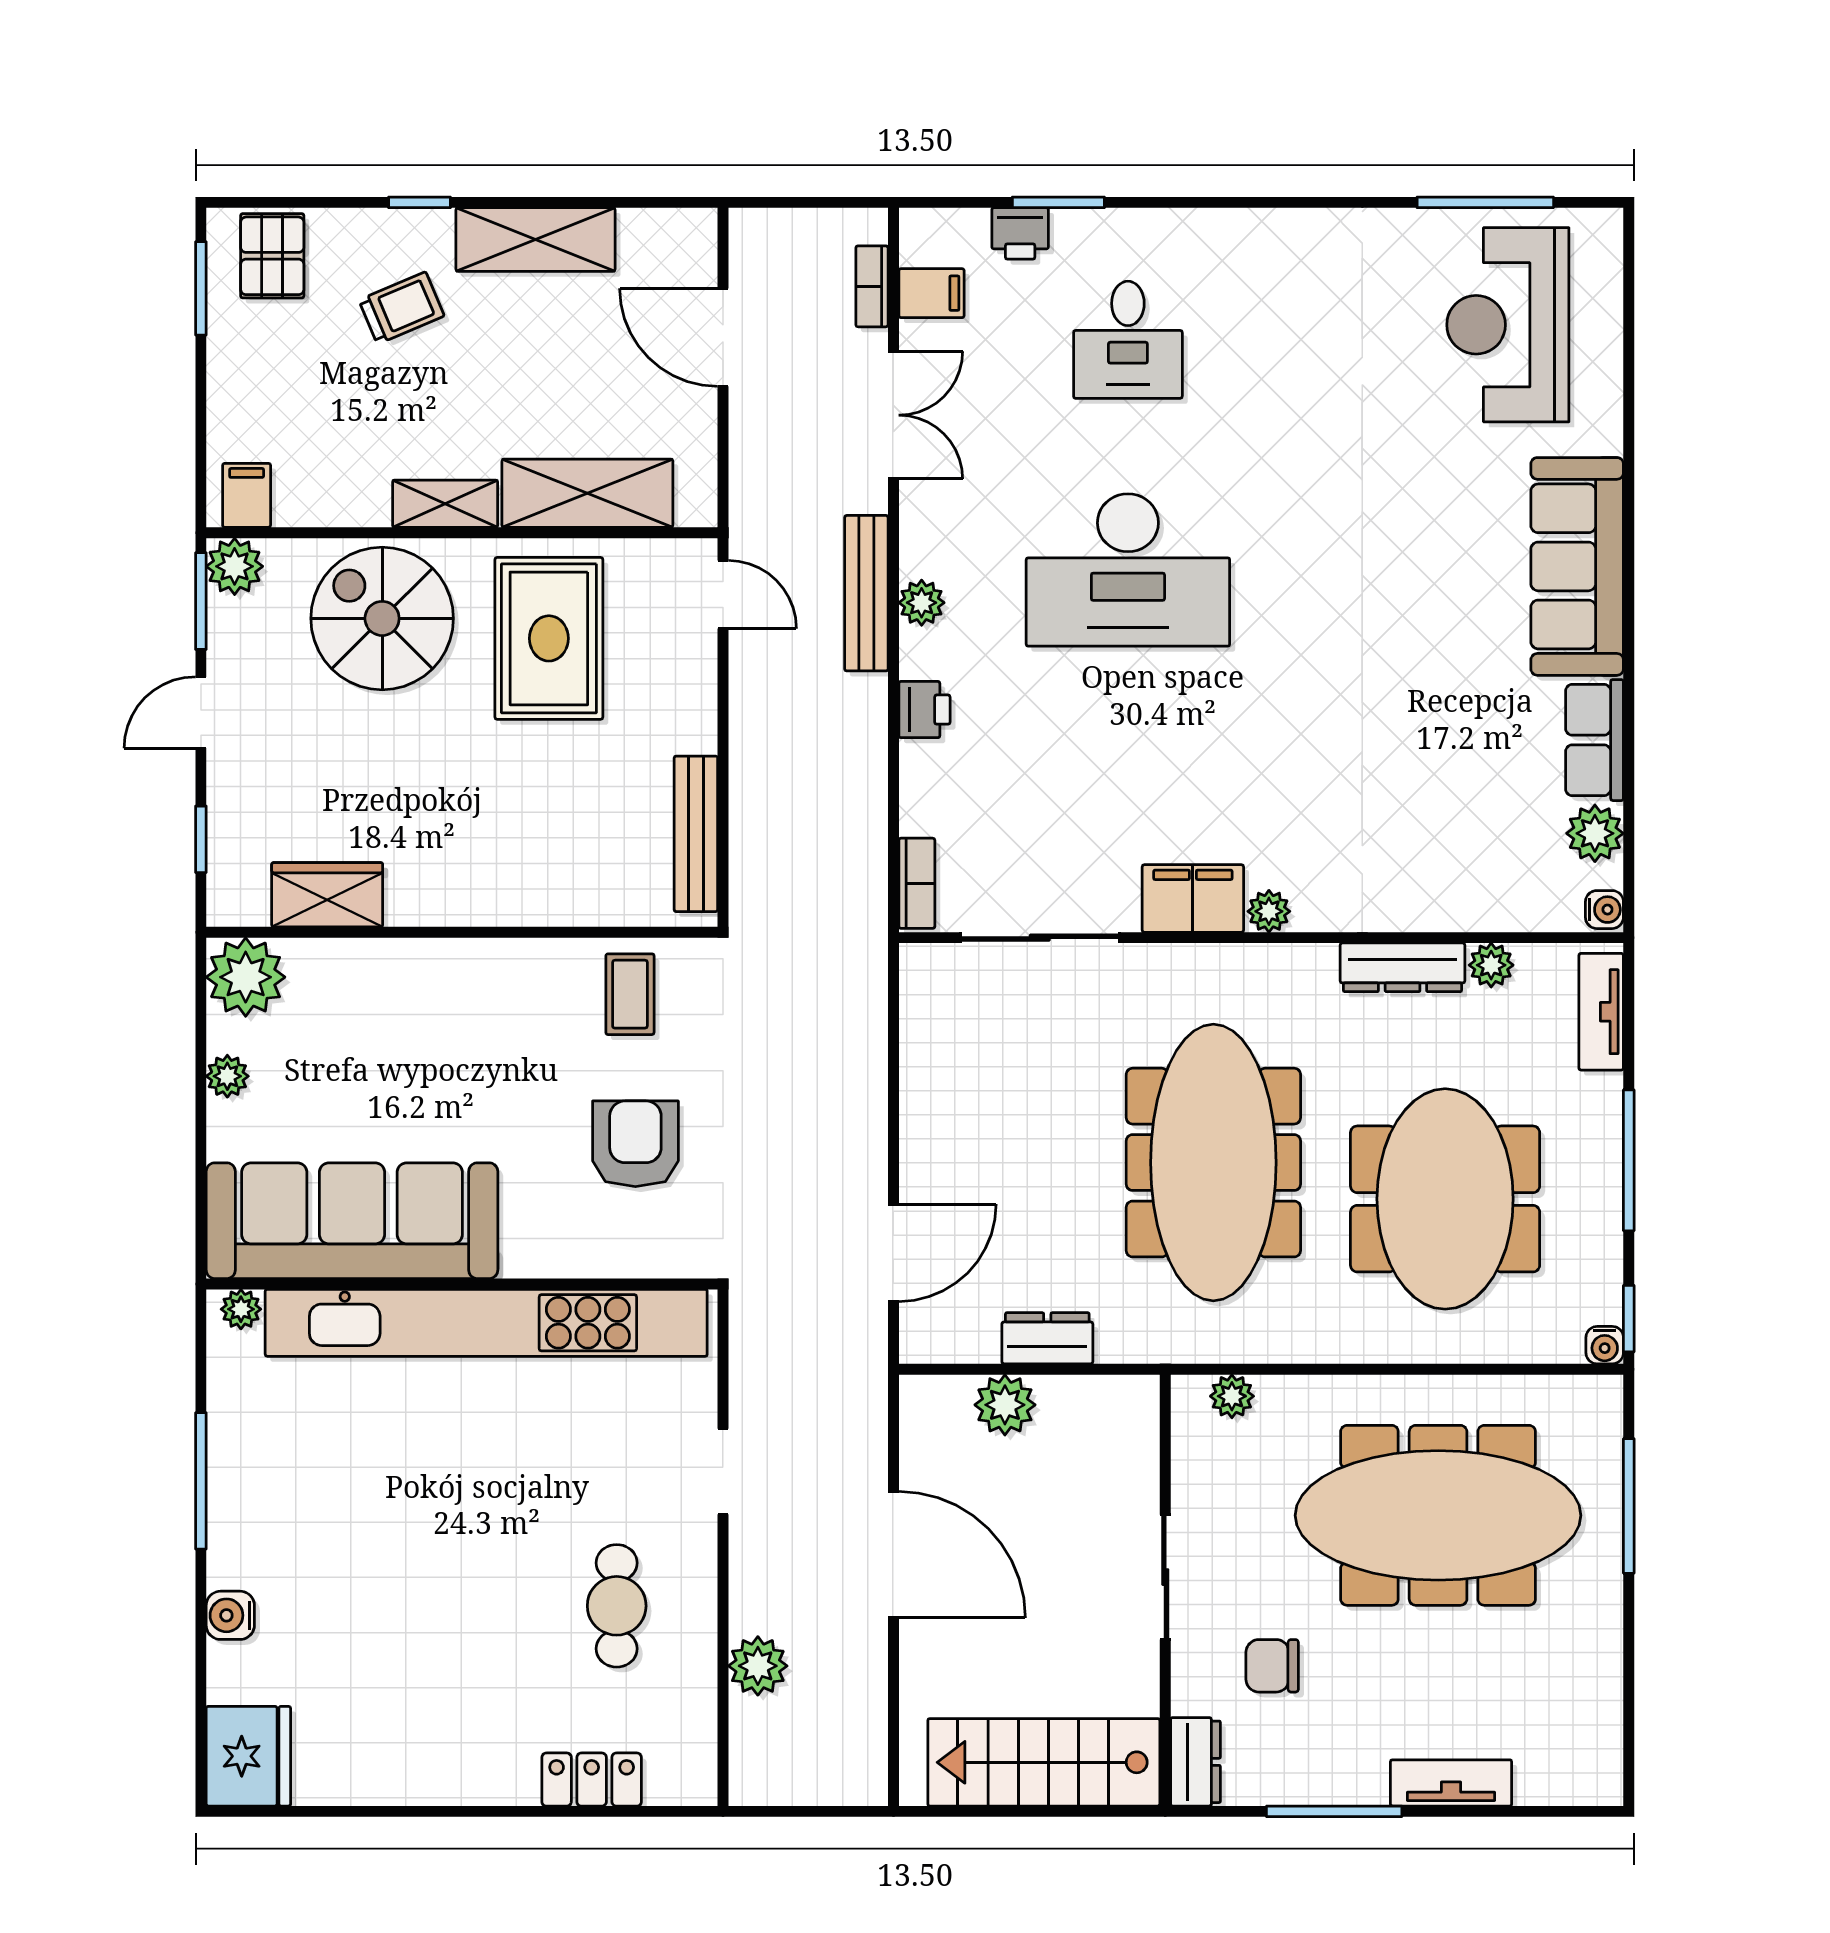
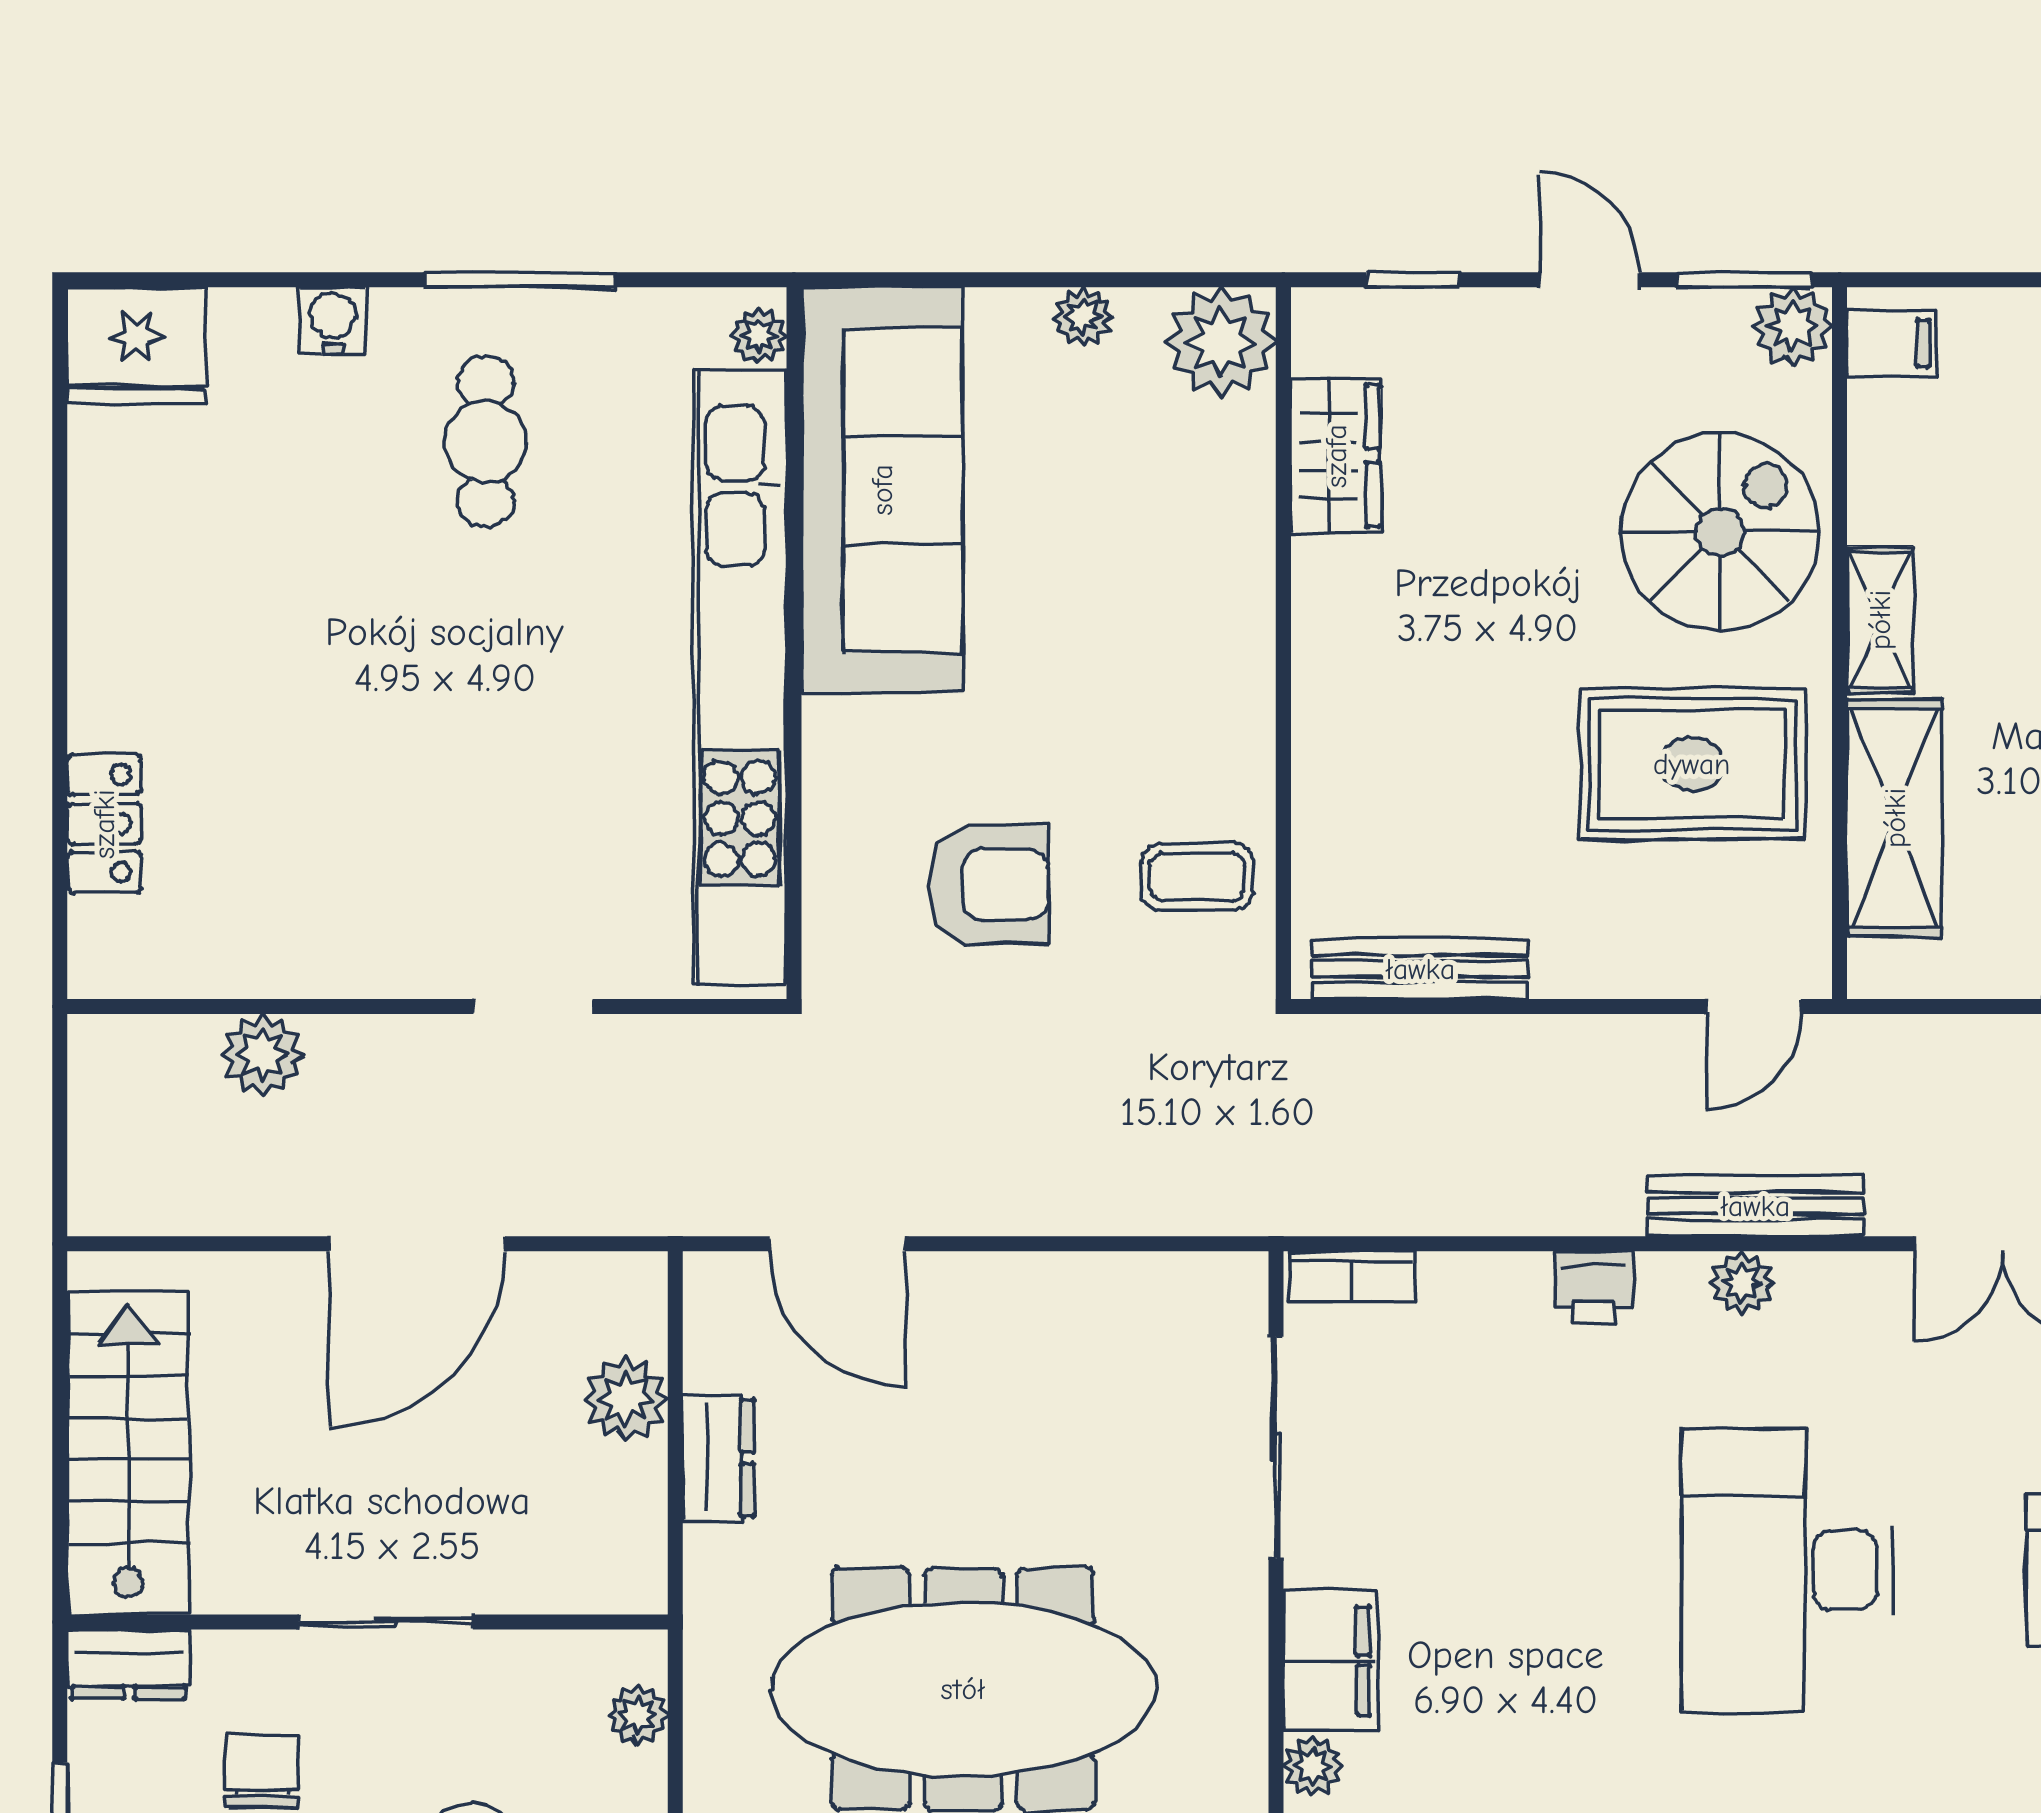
cafe table: (617, 1606) -> (485, 442), moved, turned 90

